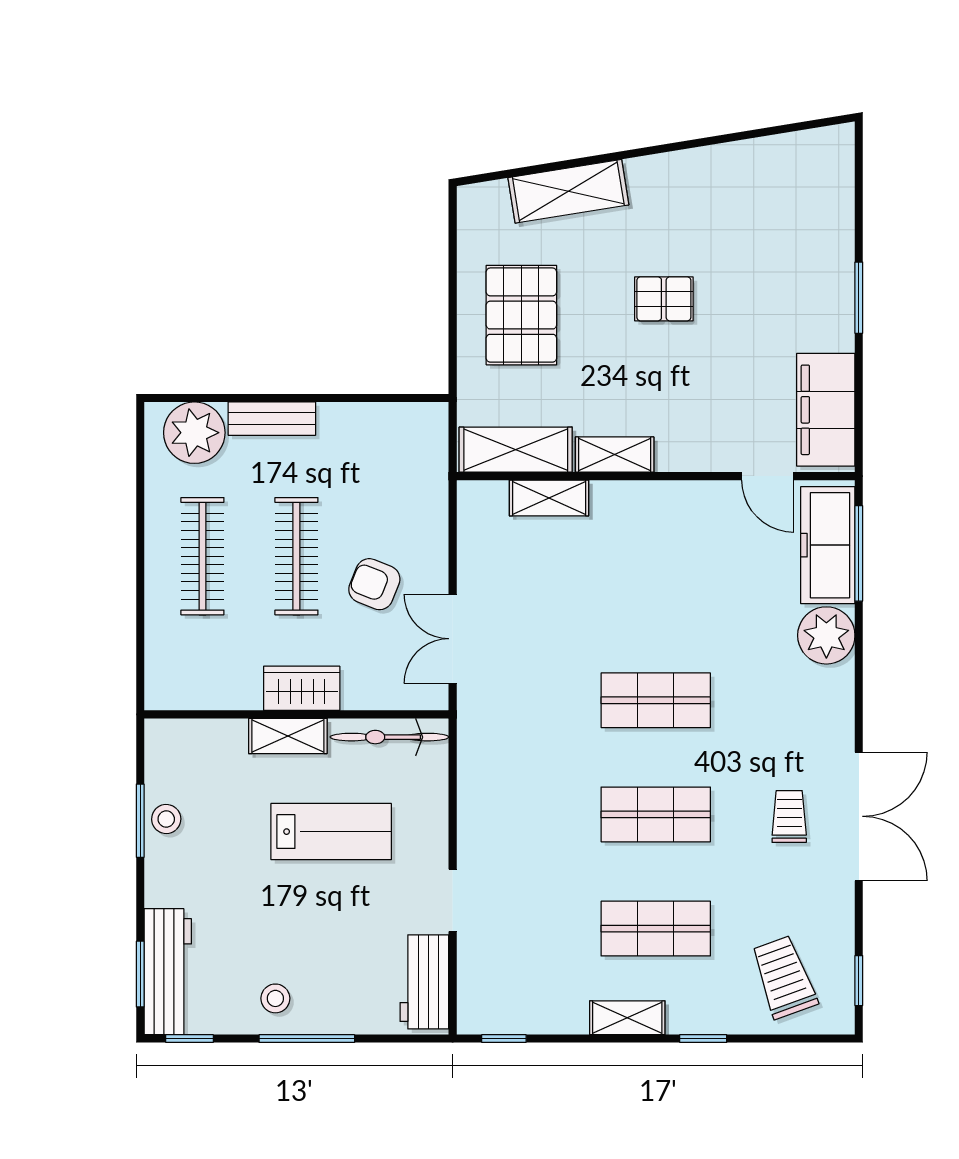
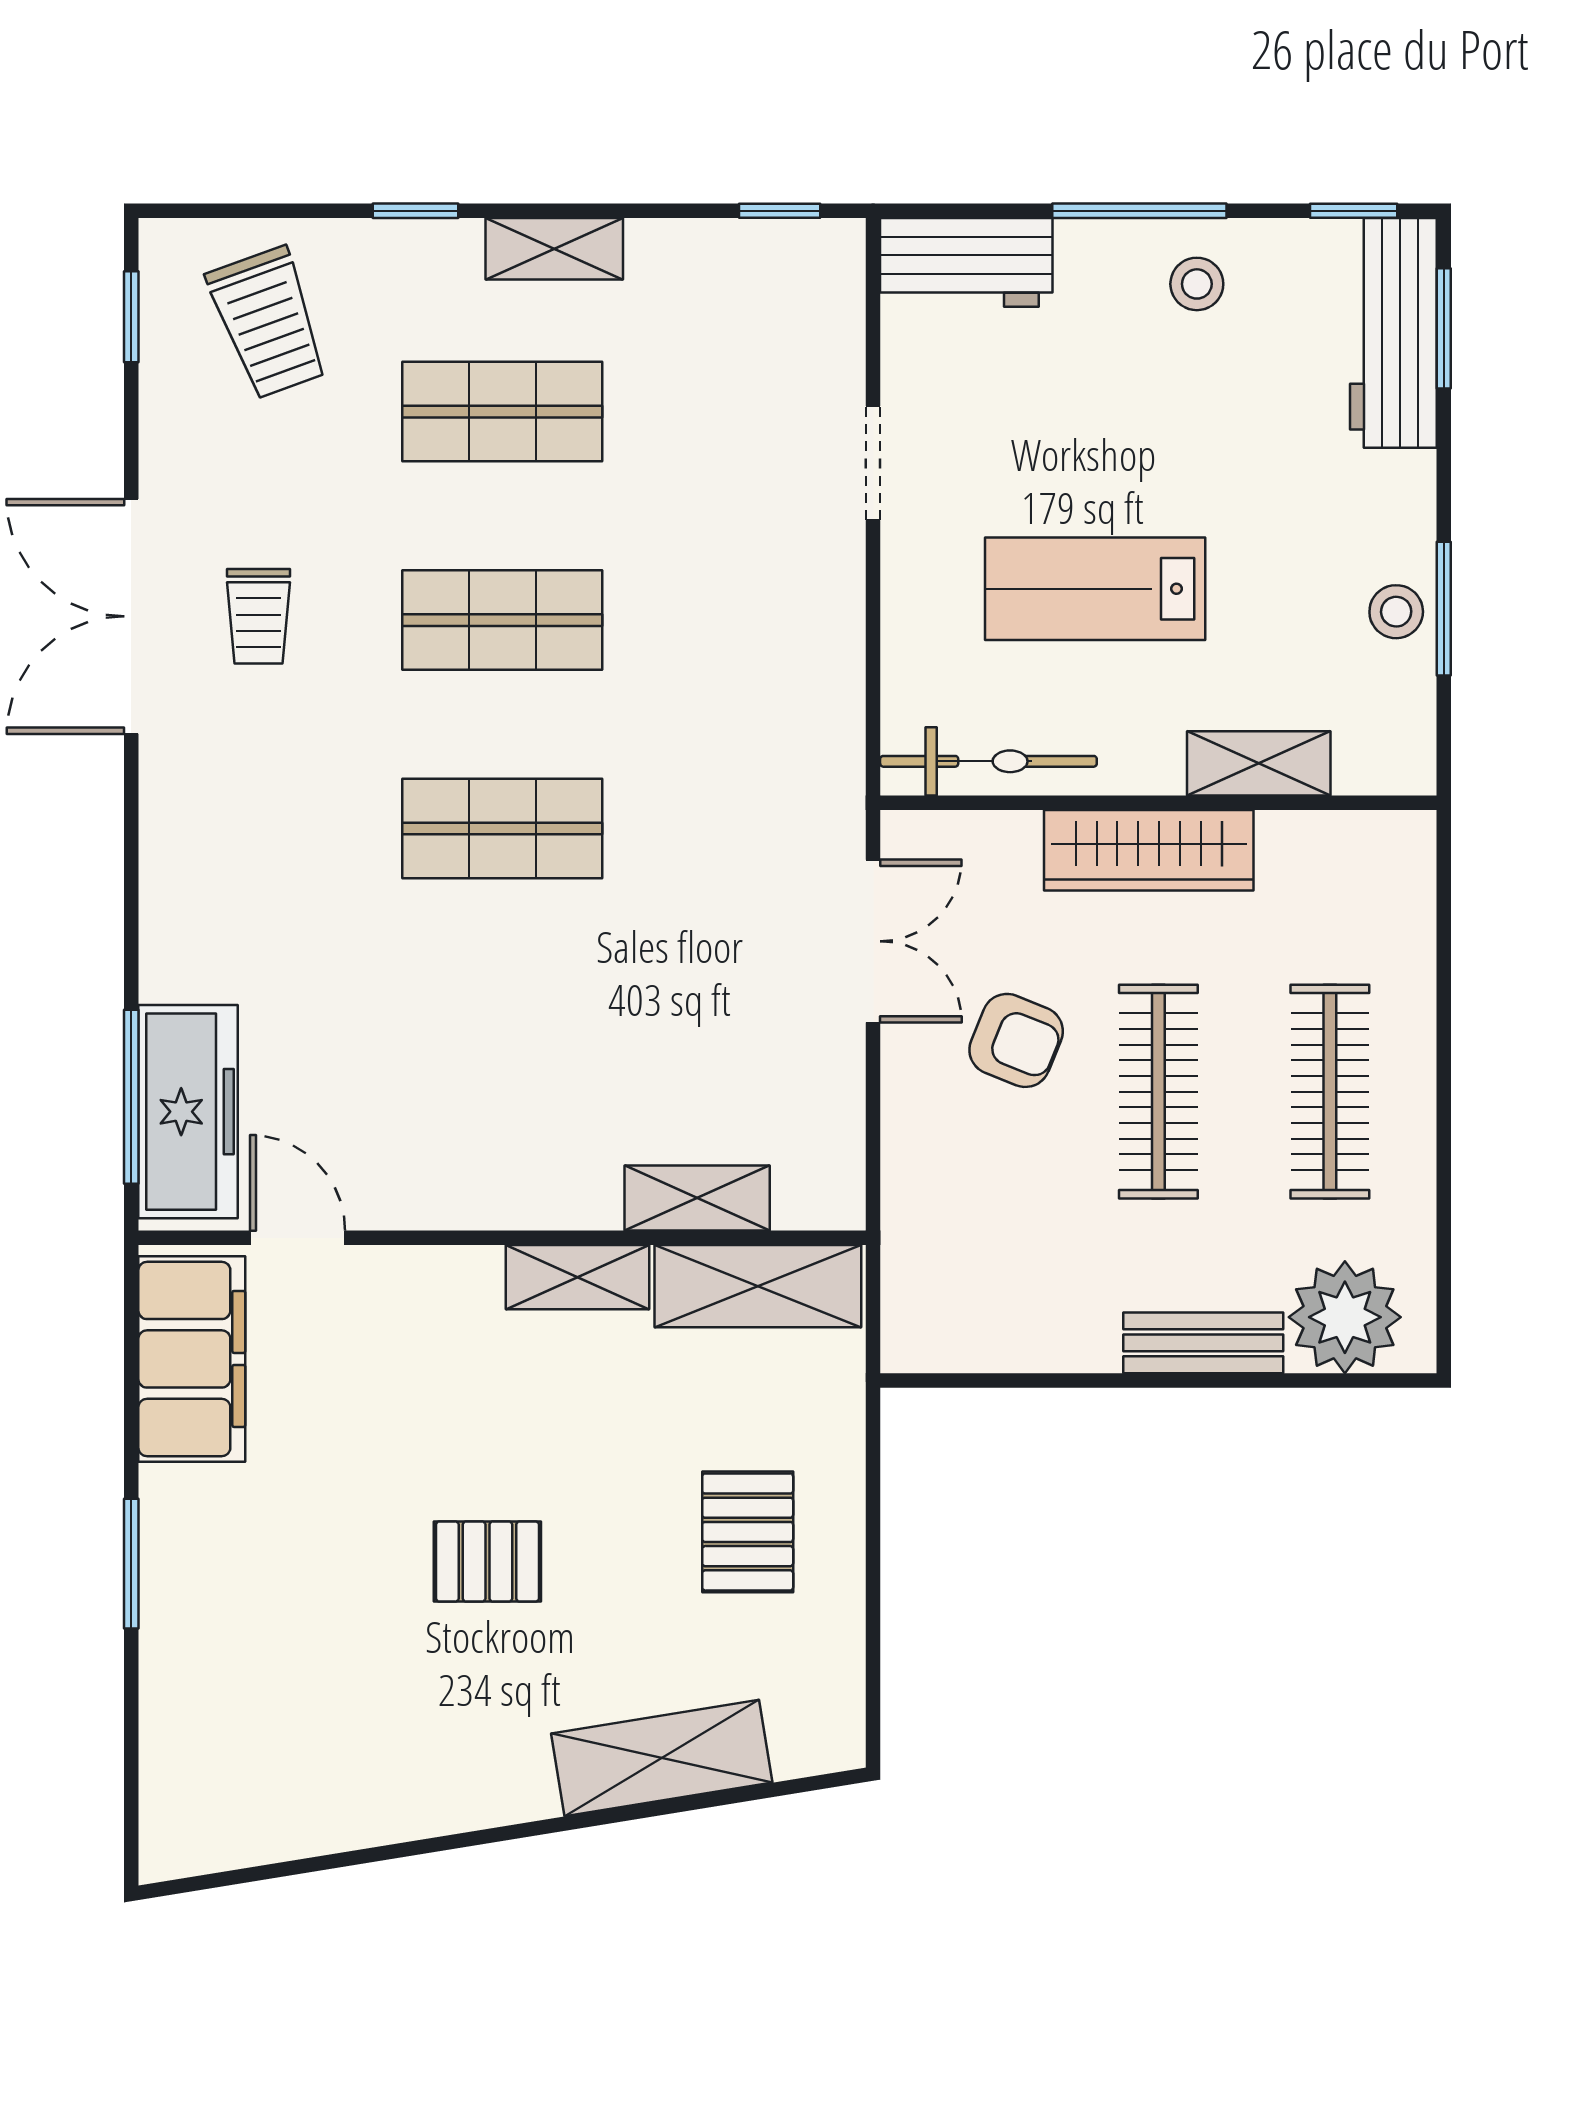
pallet: (521, 315) -> (748, 1532), width x0.67, depth x0.71
plant: (826, 635) -> (191, 947), removed
wardrobe: (302, 688) -> (1149, 850), width x1.50
shelving: (288, 736) -> (1259, 763), moved
workbench: (424, 982) -> (966, 262), moved, turned 90

